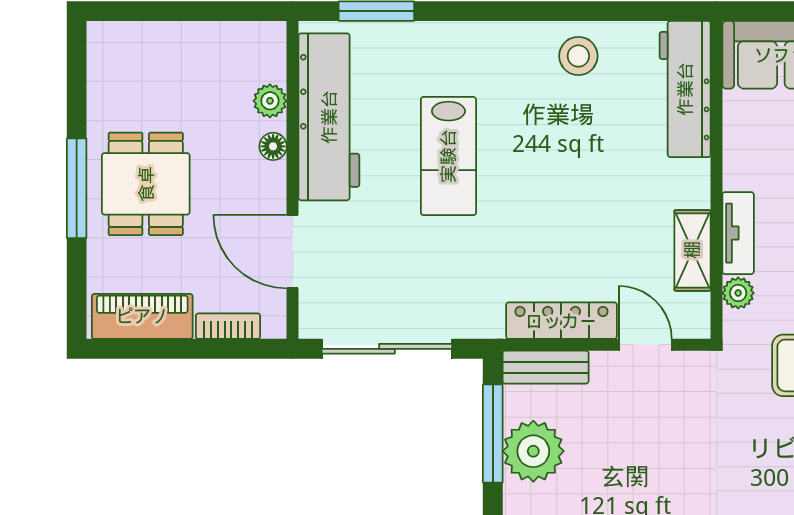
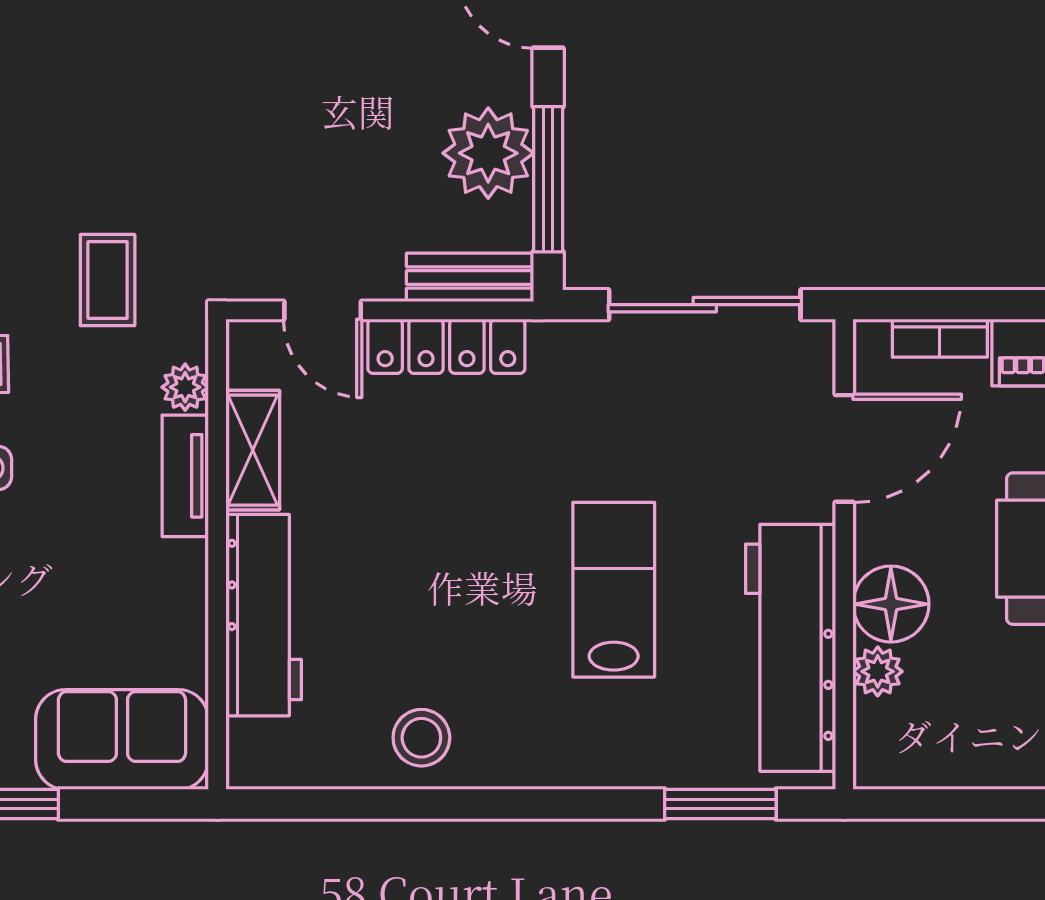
workbench: (685, 89) -> (264, 615), moved
floor lamp: (273, 146) -> (891, 604), width x1.89, depth x1.89
door: (293, 252) -> (844, 448), hinge flipped

